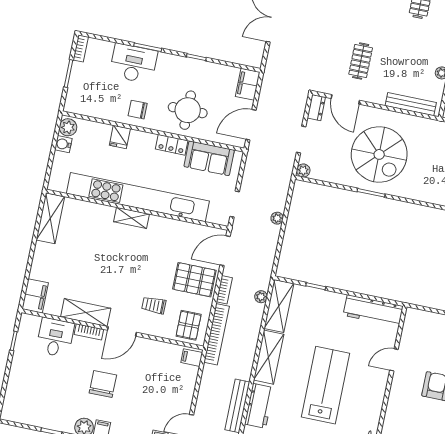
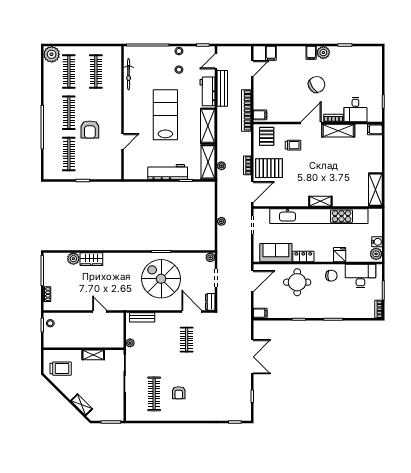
desk: (133, 63) -> (360, 276), moved, turned 180
filing cabinet: (248, 84) -> (260, 313), width x0.50
bench: (411, 104) -> (142, 317), width x0.73
filing cabinet: (35, 296) -> (375, 129), width x0.50
workbench: (373, 311) -> (168, 172), moved
bookcase: (217, 334) -> (246, 110), moved
chair: (103, 384) -> (317, 84), turned -124
lab bench: (325, 385) -> (165, 115), turned 180

